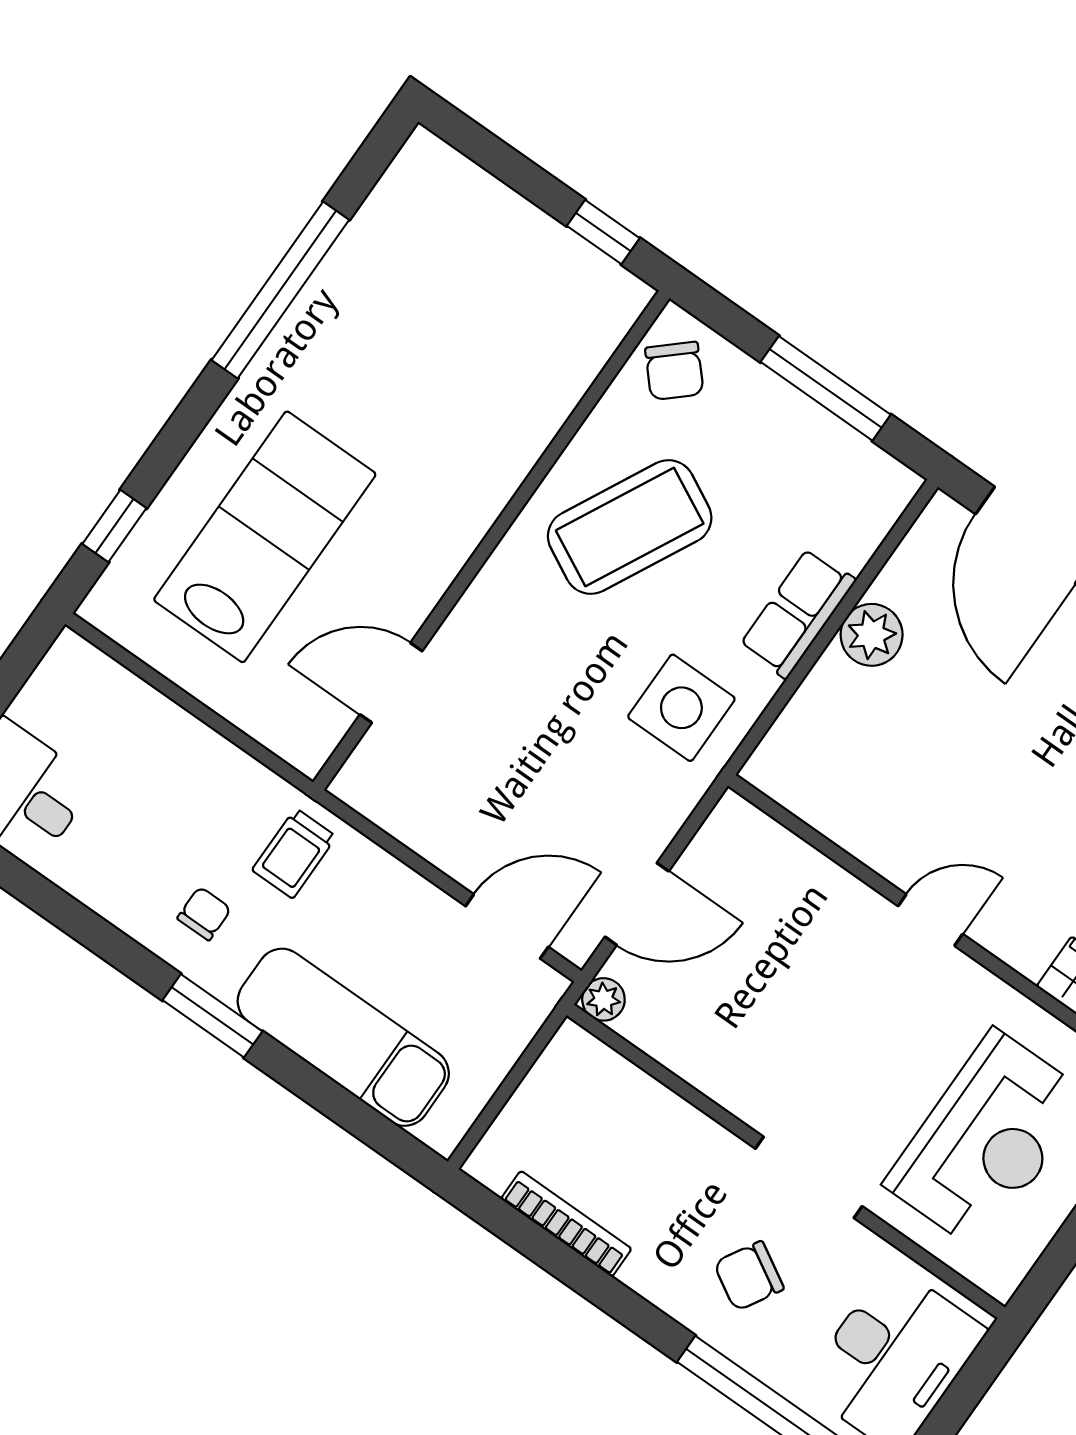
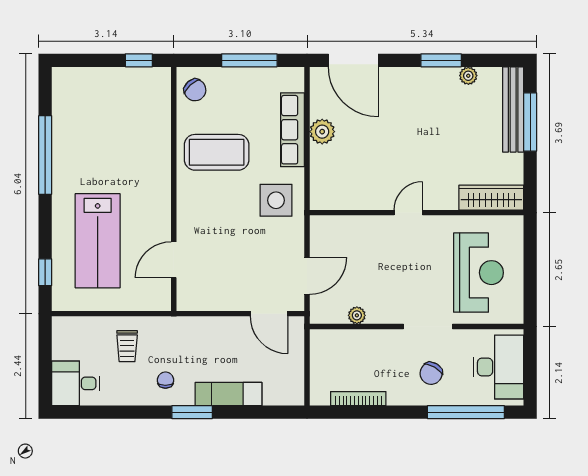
coffee table: (630, 527) -> (217, 152), turned 63
lab bench: (265, 537) -> (98, 241), turned 180
row of seats: (798, 613) -> (292, 130), width x1.48
trolley: (294, 853) -> (127, 346), moved
door: (507, 926) -> (269, 314), swing flipped
plant: (603, 999) -> (357, 315), moved
exam couch: (343, 1037) -> (229, 394), width x0.73, depth x0.69

